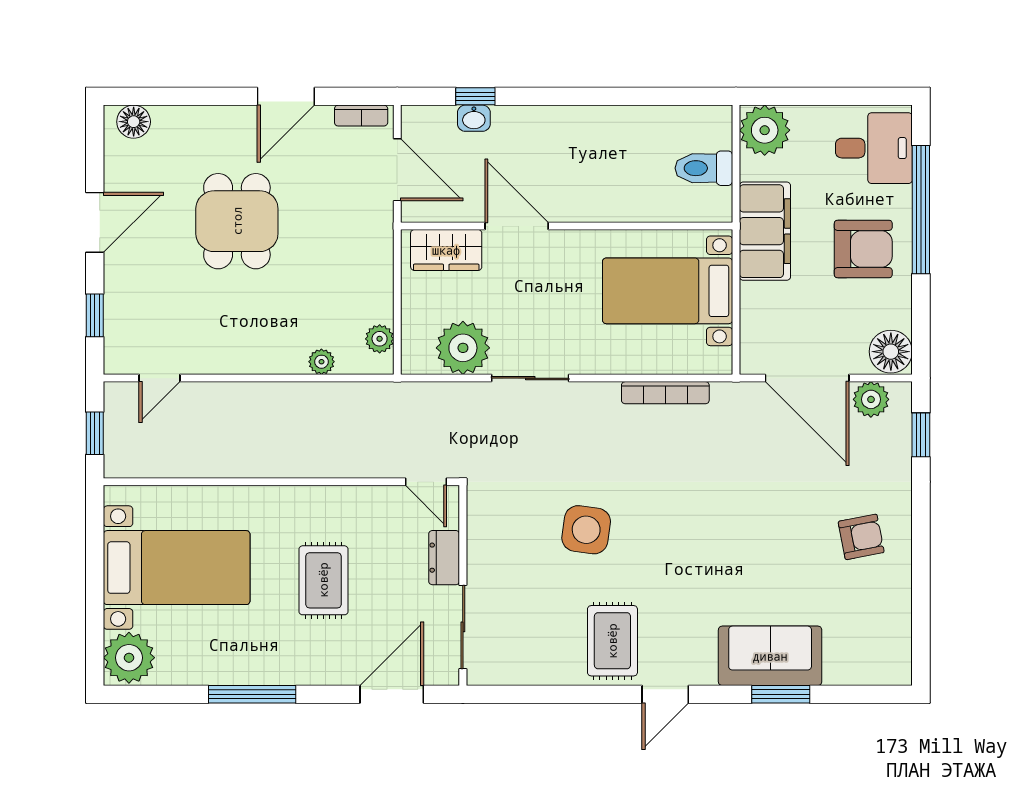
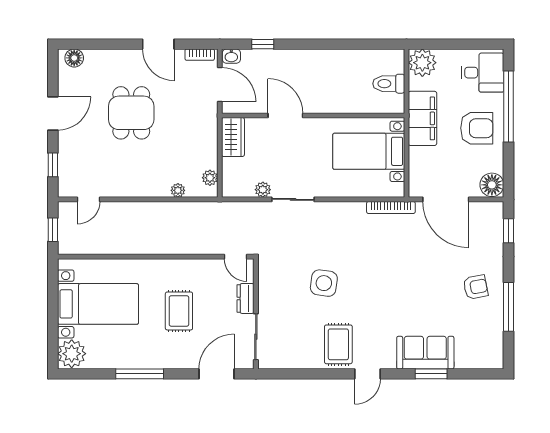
door: (286, 96) -> (158, 44), hinge flipped
washbasin: (474, 118) -> (231, 56), moved
wardrobe: (446, 250) -> (233, 137), moved, turned -90
plant: (463, 348) -> (263, 190), width x0.53, depth x0.53
bookcase: (665, 393) -> (391, 207), moved
plant: (871, 399) -> (481, 211), removed
window: (921, 573) -> (508, 307), added

